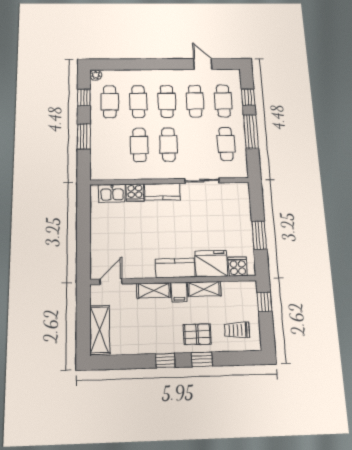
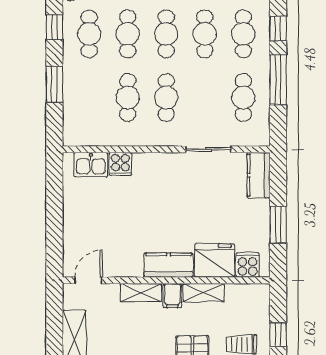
kitchen counter: (162, 192) -> (259, 175), moved, turned 90
window: (264, 302) -> (278, 335), moved

